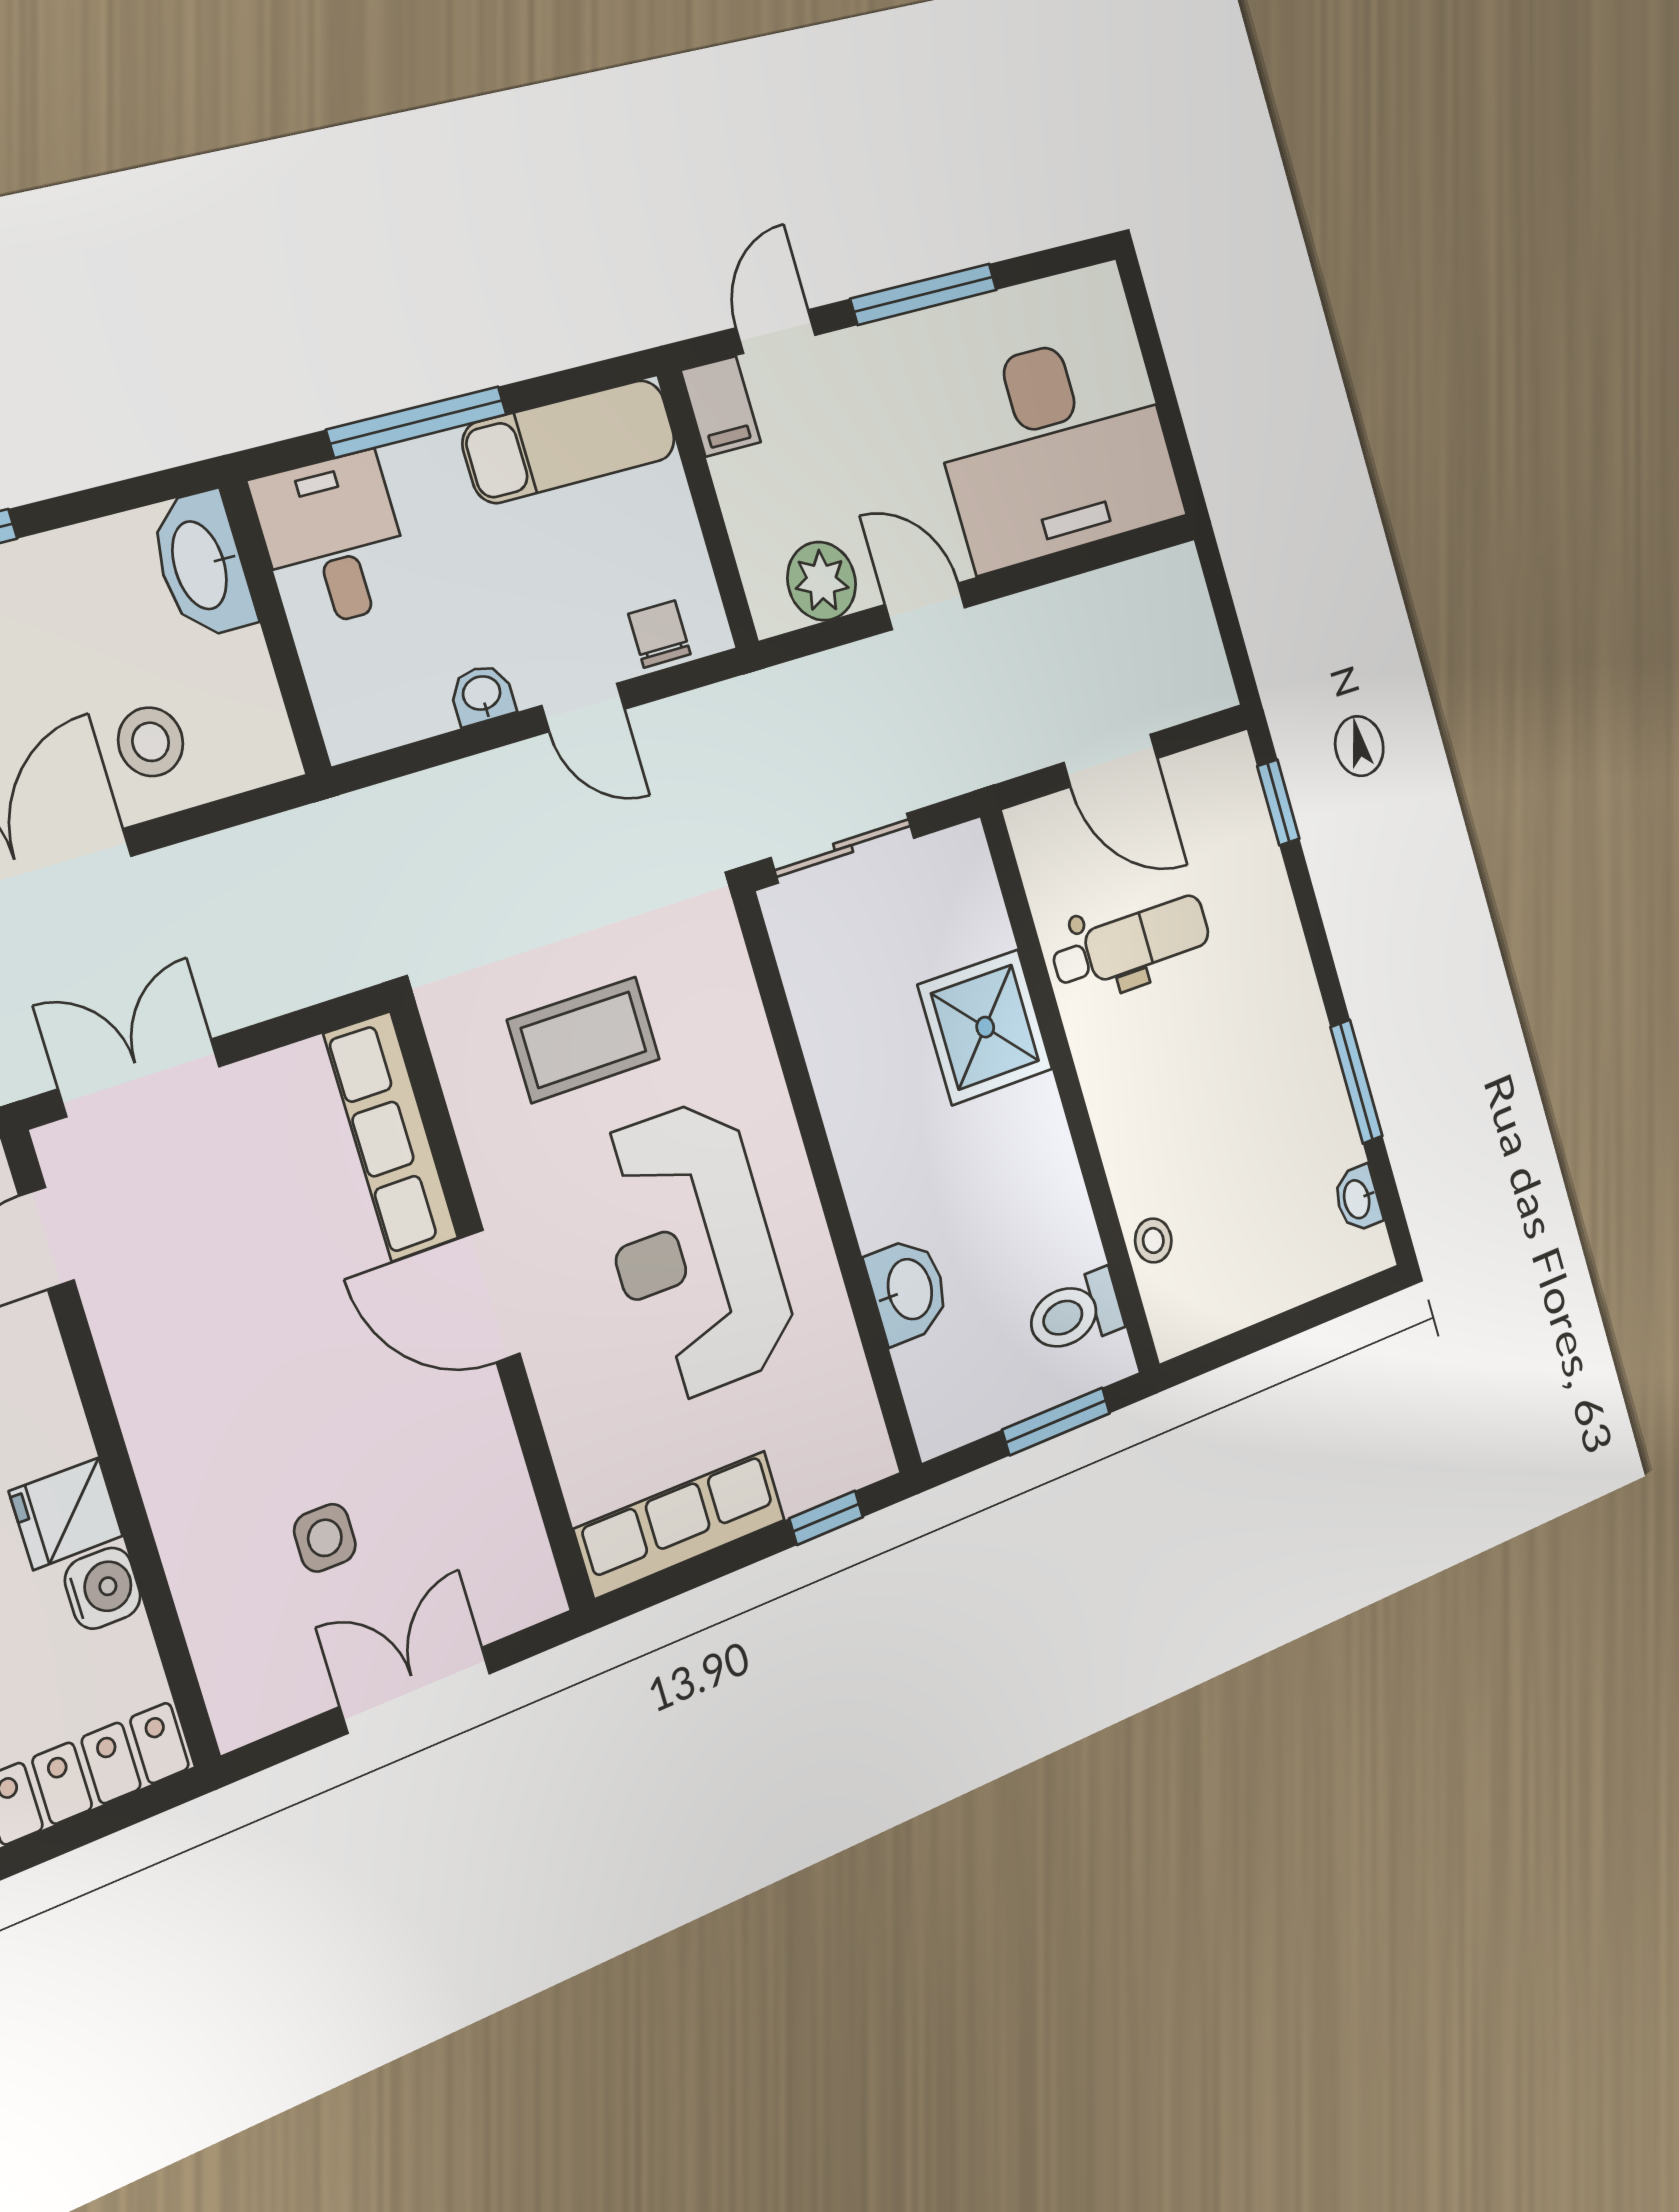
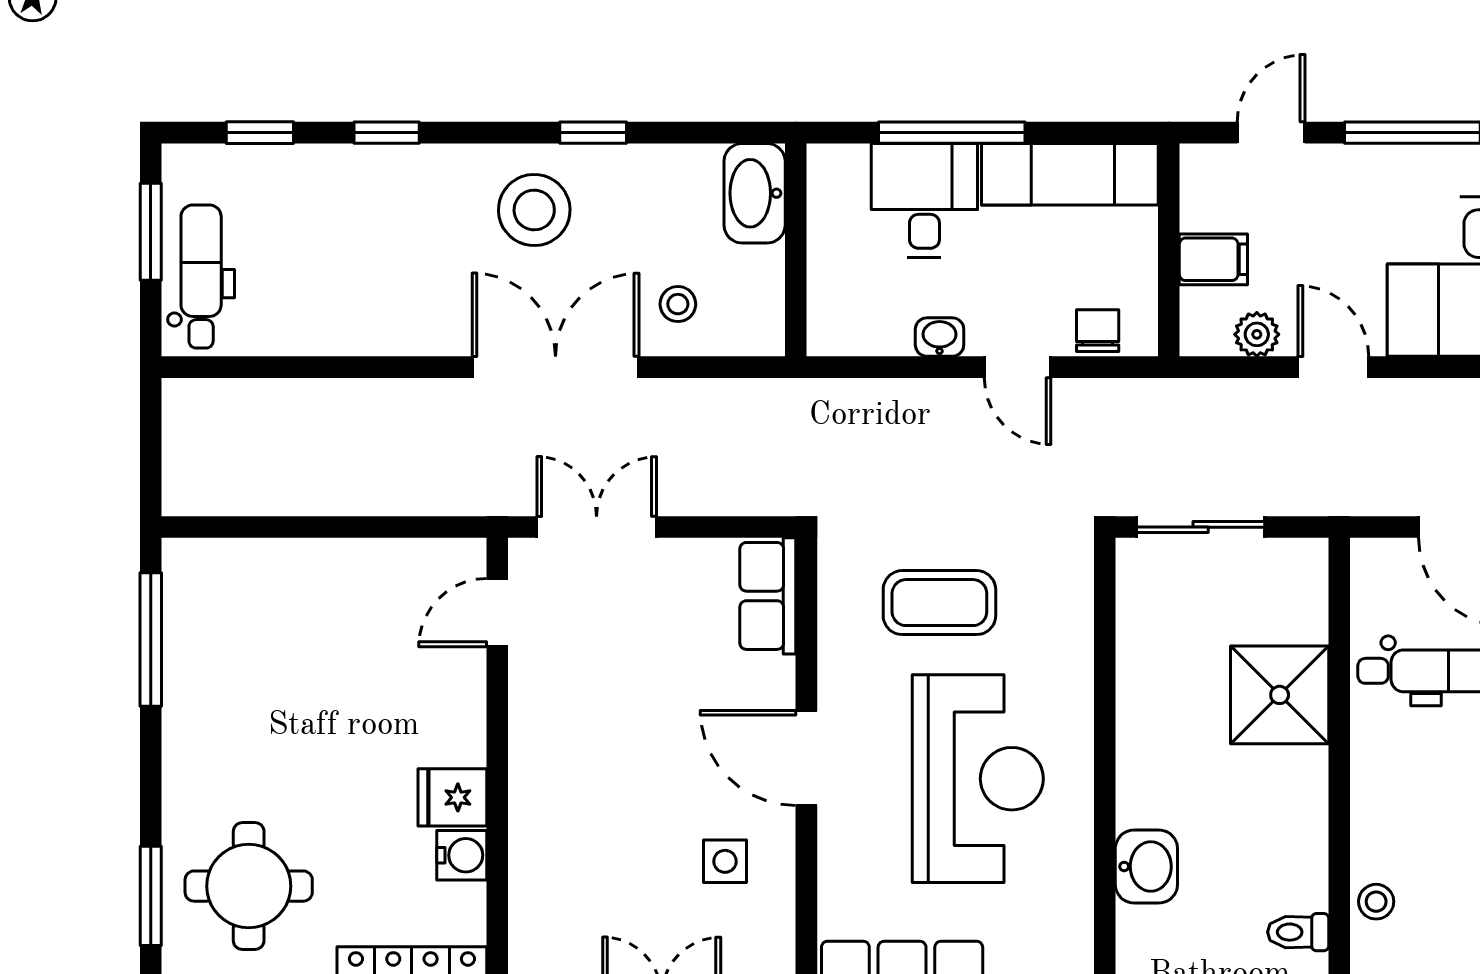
filing cabinet: (721, 406) -> (1213, 259), moved, turned -90
desk: (333, 540) -> (924, 200), moved
plant: (822, 581) -> (1257, 334), width x0.73, depth x0.73
stool: (151, 742) -> (678, 304), width x0.73, depth x0.73
row of seats: (391, 1136) -> (768, 596), width x0.68
reception desk: (693, 1250) -> (978, 779), turned 180
toilet: (1075, 1313) -> (1298, 932), width x0.73, depth x0.72
side table: (325, 1538) -> (725, 861), moved

